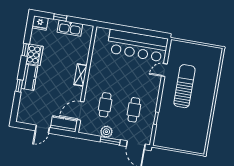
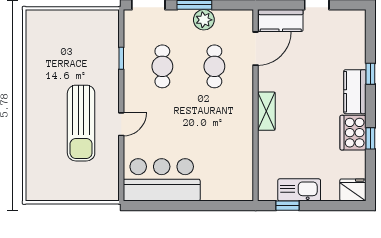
window: (60, 17) -> (287, 206), moved
bar counter: (137, 46) -> (162, 180), width x0.73
door: (164, 70) -> (121, 124), moved

